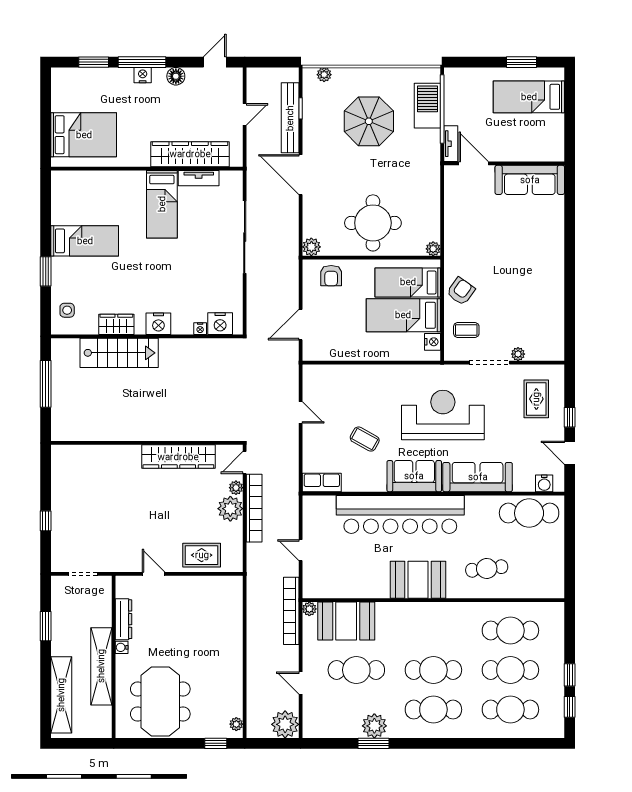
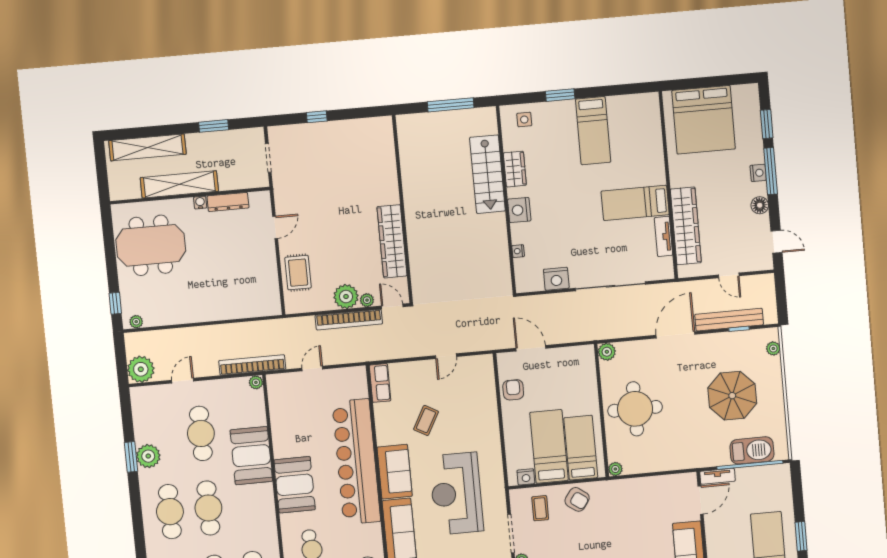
bed: (84, 135) -> (704, 120), width x1.36
armchair: (331, 276) -> (513, 390), moved, turned 90
nightstand: (220, 324) -> (556, 279), moved, turned -90
reception desk: (443, 415) -> (456, 494), turned 180
booth: (346, 621) -> (251, 456), moved

